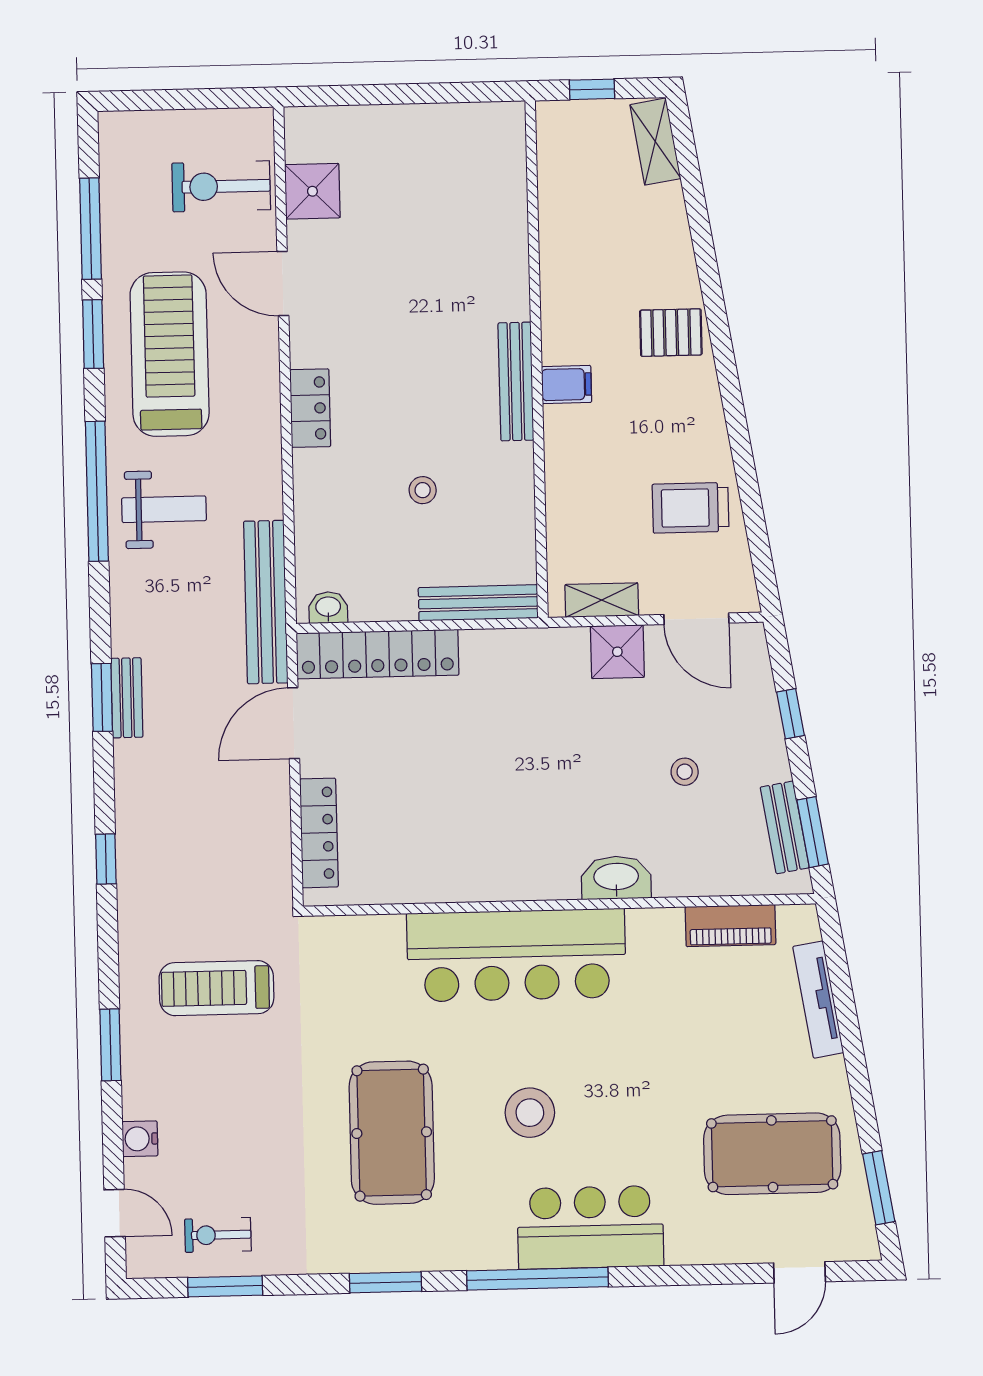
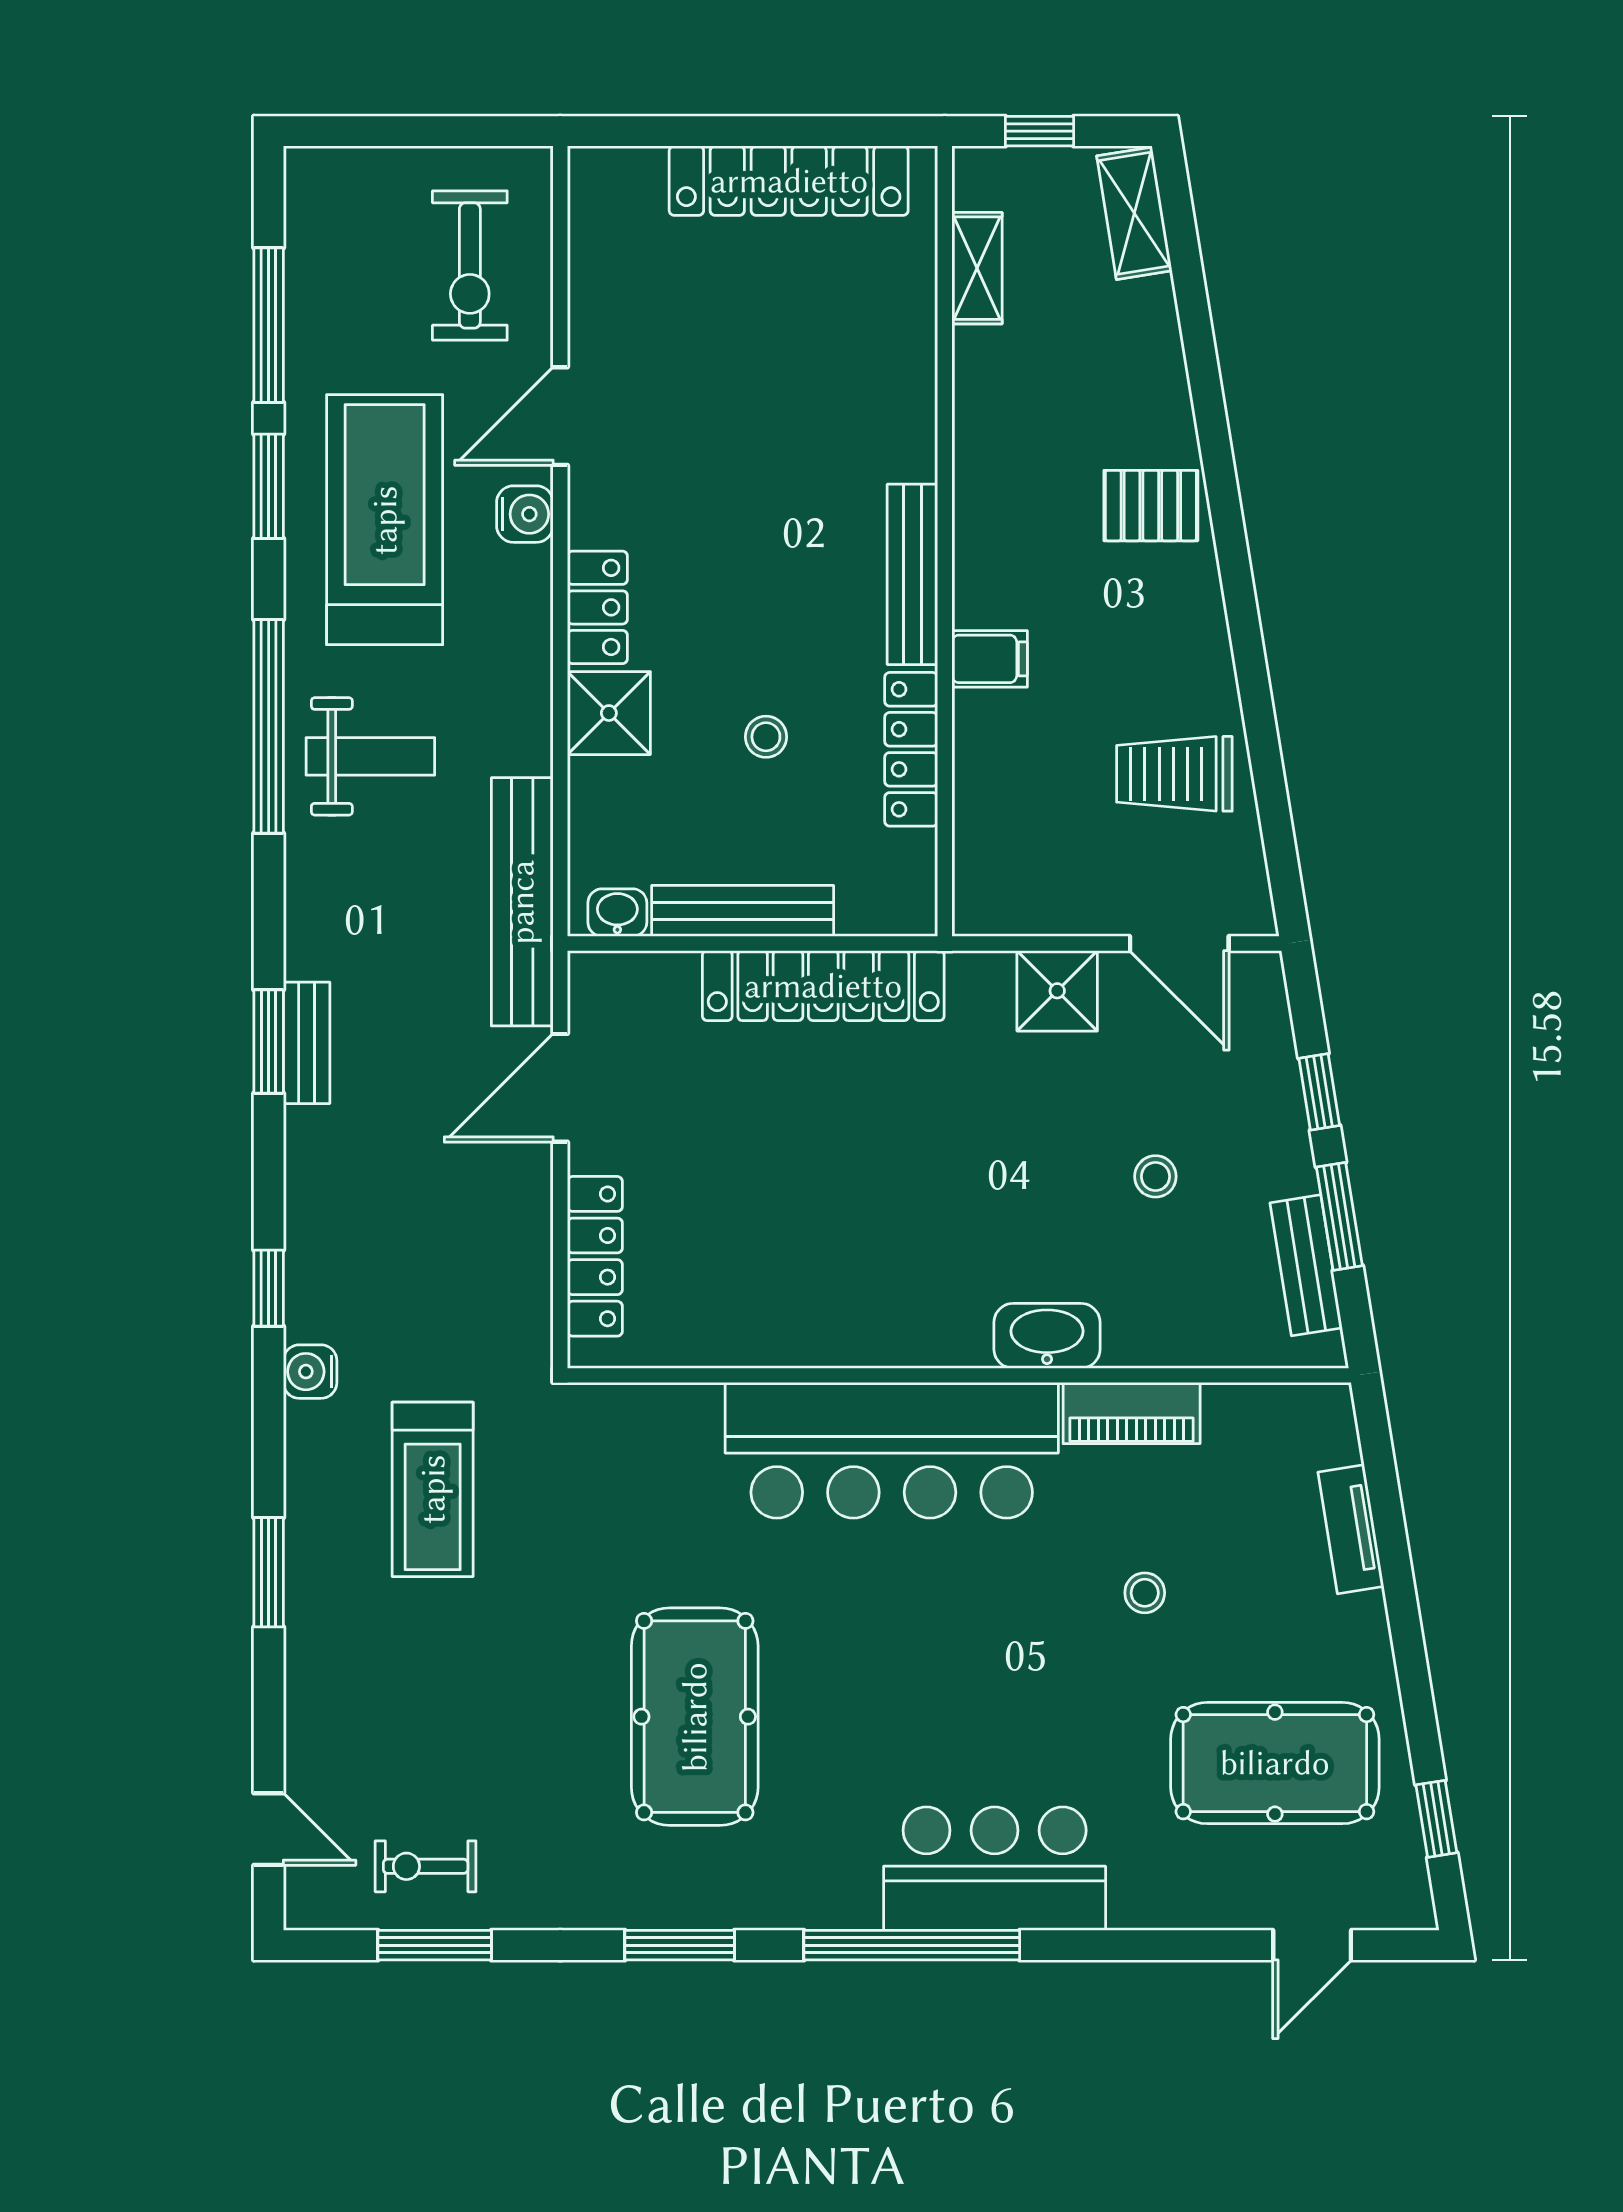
locker: (429, 126) -> (789, 181), added
exercise bike: (221, 186) -> (470, 265), turned -90
shower: (312, 191) -> (609, 713), moved
door: (283, 284) -> (560, 416), hinge flipped
water cooler: (261, 348) -> (525, 514), added
filing cabinet: (567, 385) -> (990, 659), moved
locker: (518, 496) -> (911, 749), added
shelving: (602, 600) -> (977, 268), moved, turned 90
bench: (478, 603) -> (743, 911), moved
locker: (378, 654) -> (823, 986), moved
window: (813, 832) -> (1339, 1216), moved
piano: (730, 926) -> (1132, 1413), moved
treadmill: (216, 988) -> (433, 1489), turned -90
tv unit: (818, 1000) -> (1351, 1529), width x0.71
stool: (530, 1113) -> (1145, 1593), moved, width x0.53, depth x0.53
water cooler: (140, 1139) -> (310, 1372), moved
window: (879, 1188) -> (1436, 1819), width x0.67

